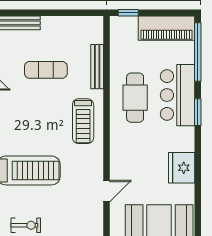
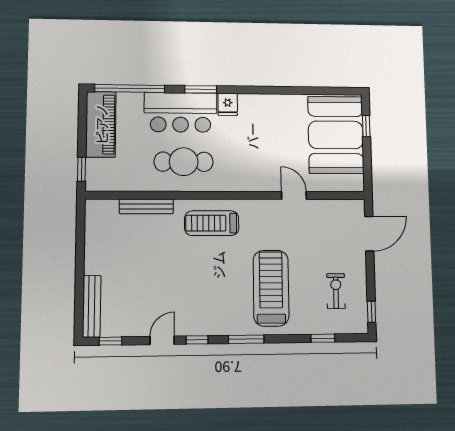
exercise mat: (46, 70) -> (150, 268), removed
treadmill: (83, 121) -> (212, 223), turned 180
fridge: (182, 168) -> (228, 104), moved, width x0.53, depth x0.75

